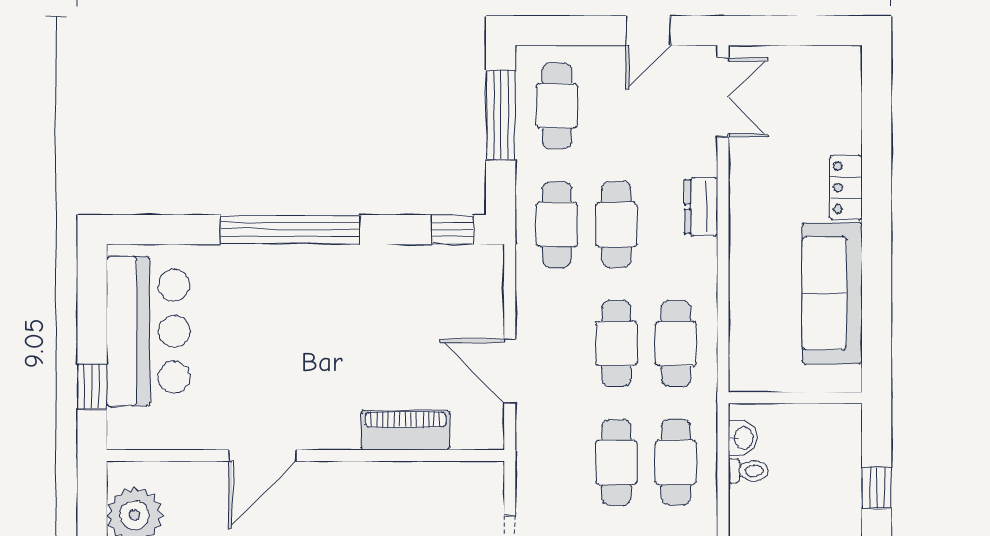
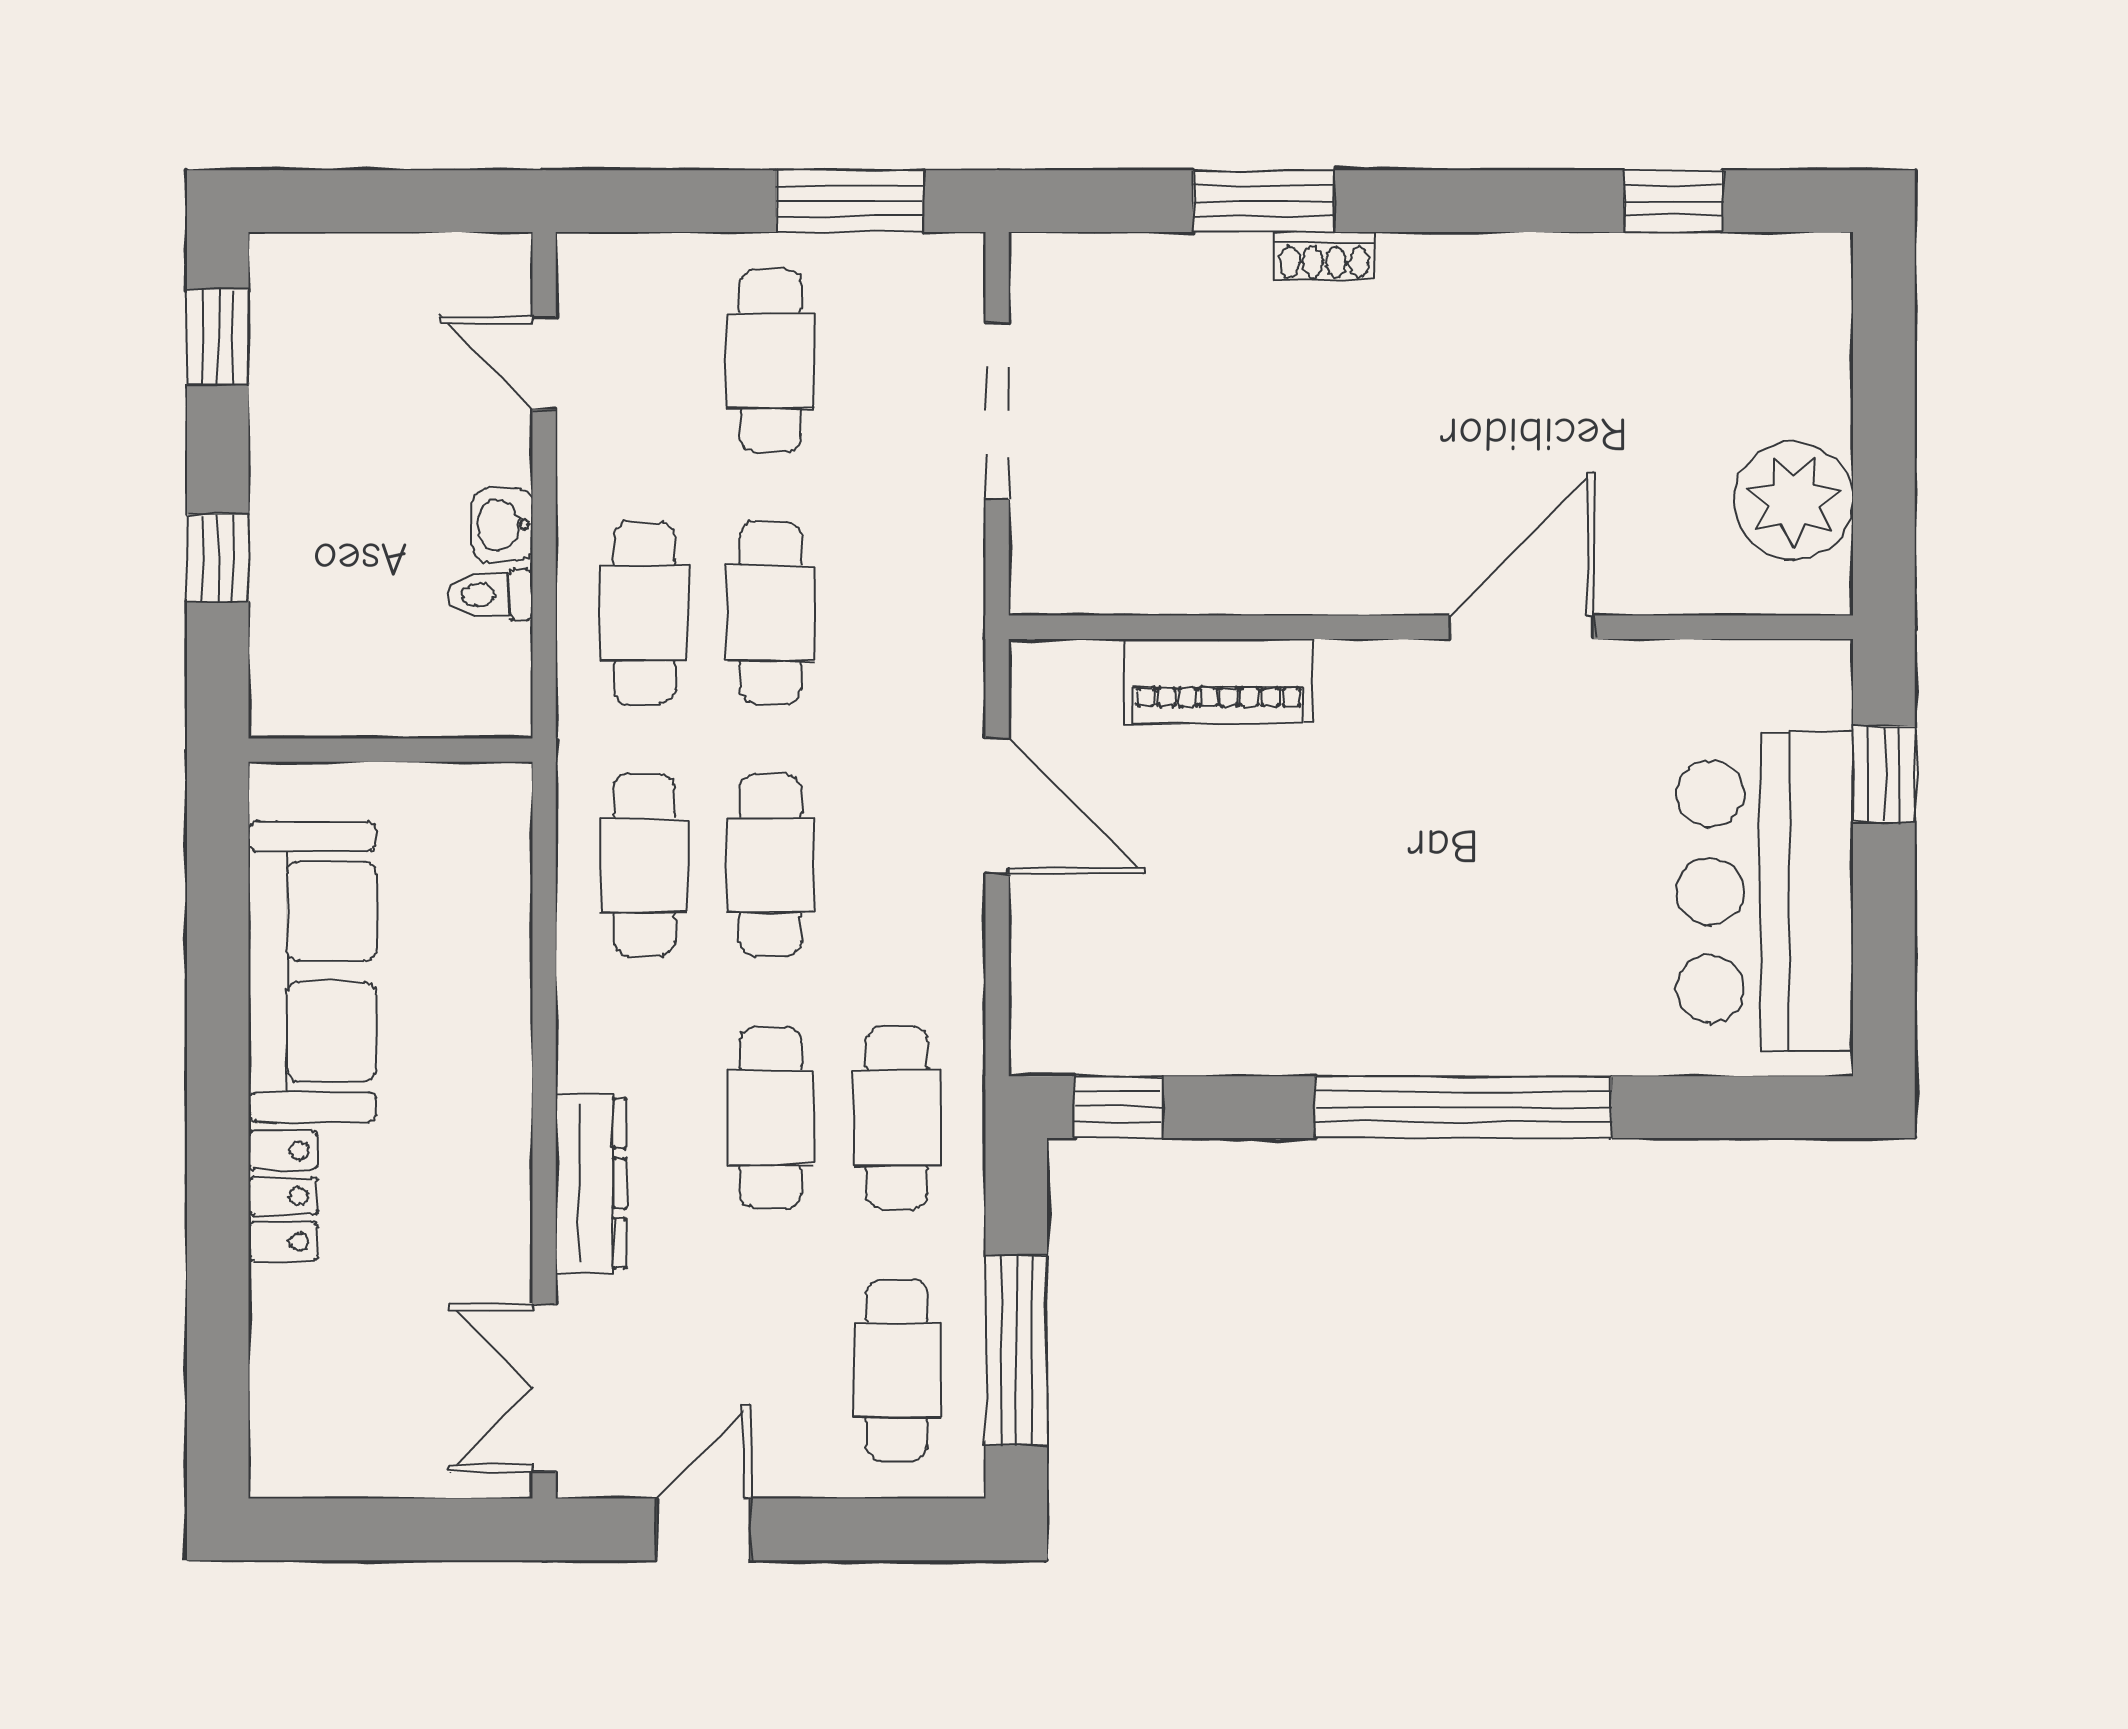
dresser: (701, 207) -> (591, 1183), width x1.44
washbasin: (743, 438) -> (502, 525), moved

